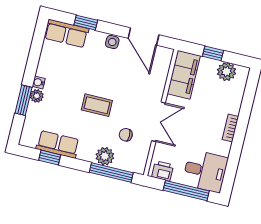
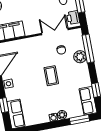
window: (23, 100) -> (79, 120), moved
double door: (159, 122) -> (55, 32), moved
row of seats: (58, 144) -> (88, 101), moved

